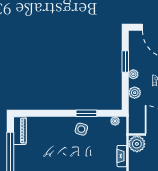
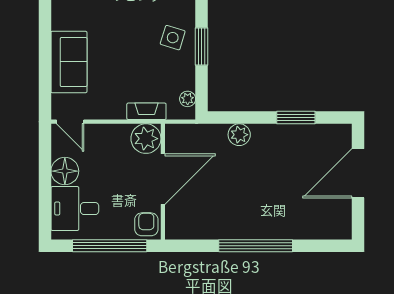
plant: (133, 74) -> (273, 132), removed
fireplace: (122, 156) -> (146, 111), moved

